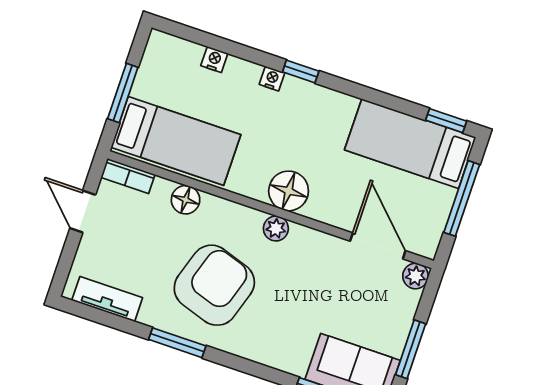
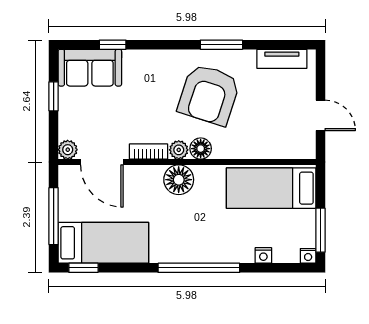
window: (301, 71) -> (199, 268), width x3.17
nightstand: (272, 78) -> (308, 256), moved
window: (123, 93) -> (320, 230), moved
bookcase: (128, 176) -> (148, 152), moved
floor lamp: (186, 200) -> (201, 149), moved
window: (411, 349) -> (54, 96), width x0.67

